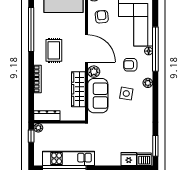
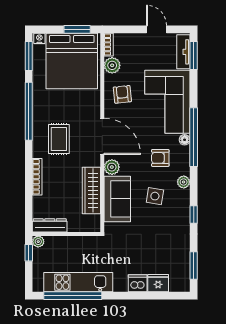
window: (155, 107) -> (194, 215), added
dishwasher: (144, 159) -> (138, 283), moved

